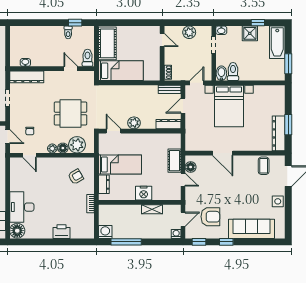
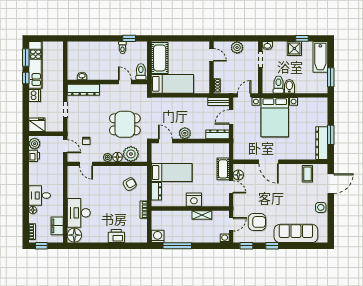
bidet: (221, 73) -> (289, 86), moved

